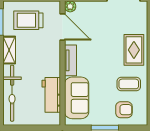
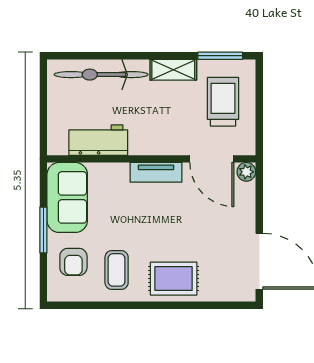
door: (62, 27) -> (212, 159), hinge flipped
sofa: (77, 98) -> (67, 197), moved, turned -90

